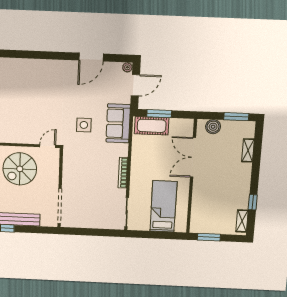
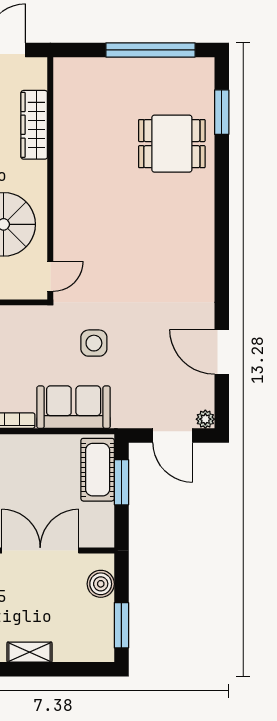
sofa: (118, 123) -> (74, 407), moved
door: (48, 146) -> (50, 276), hinge flipped
shelving: (248, 150) -> (30, 652), moved

